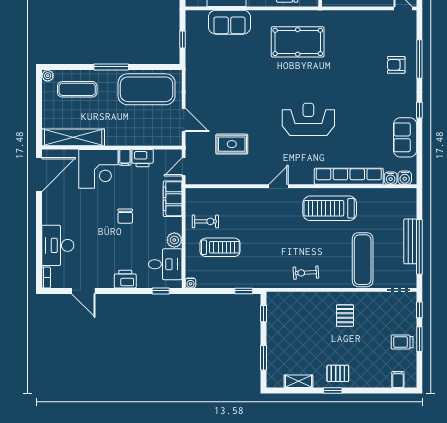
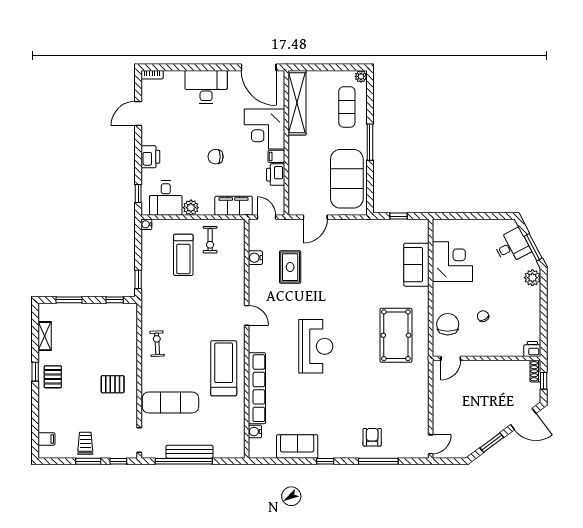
water cooler: (405, 178) -> (255, 258), moved
desk: (58, 245) -> (206, 87), moved

